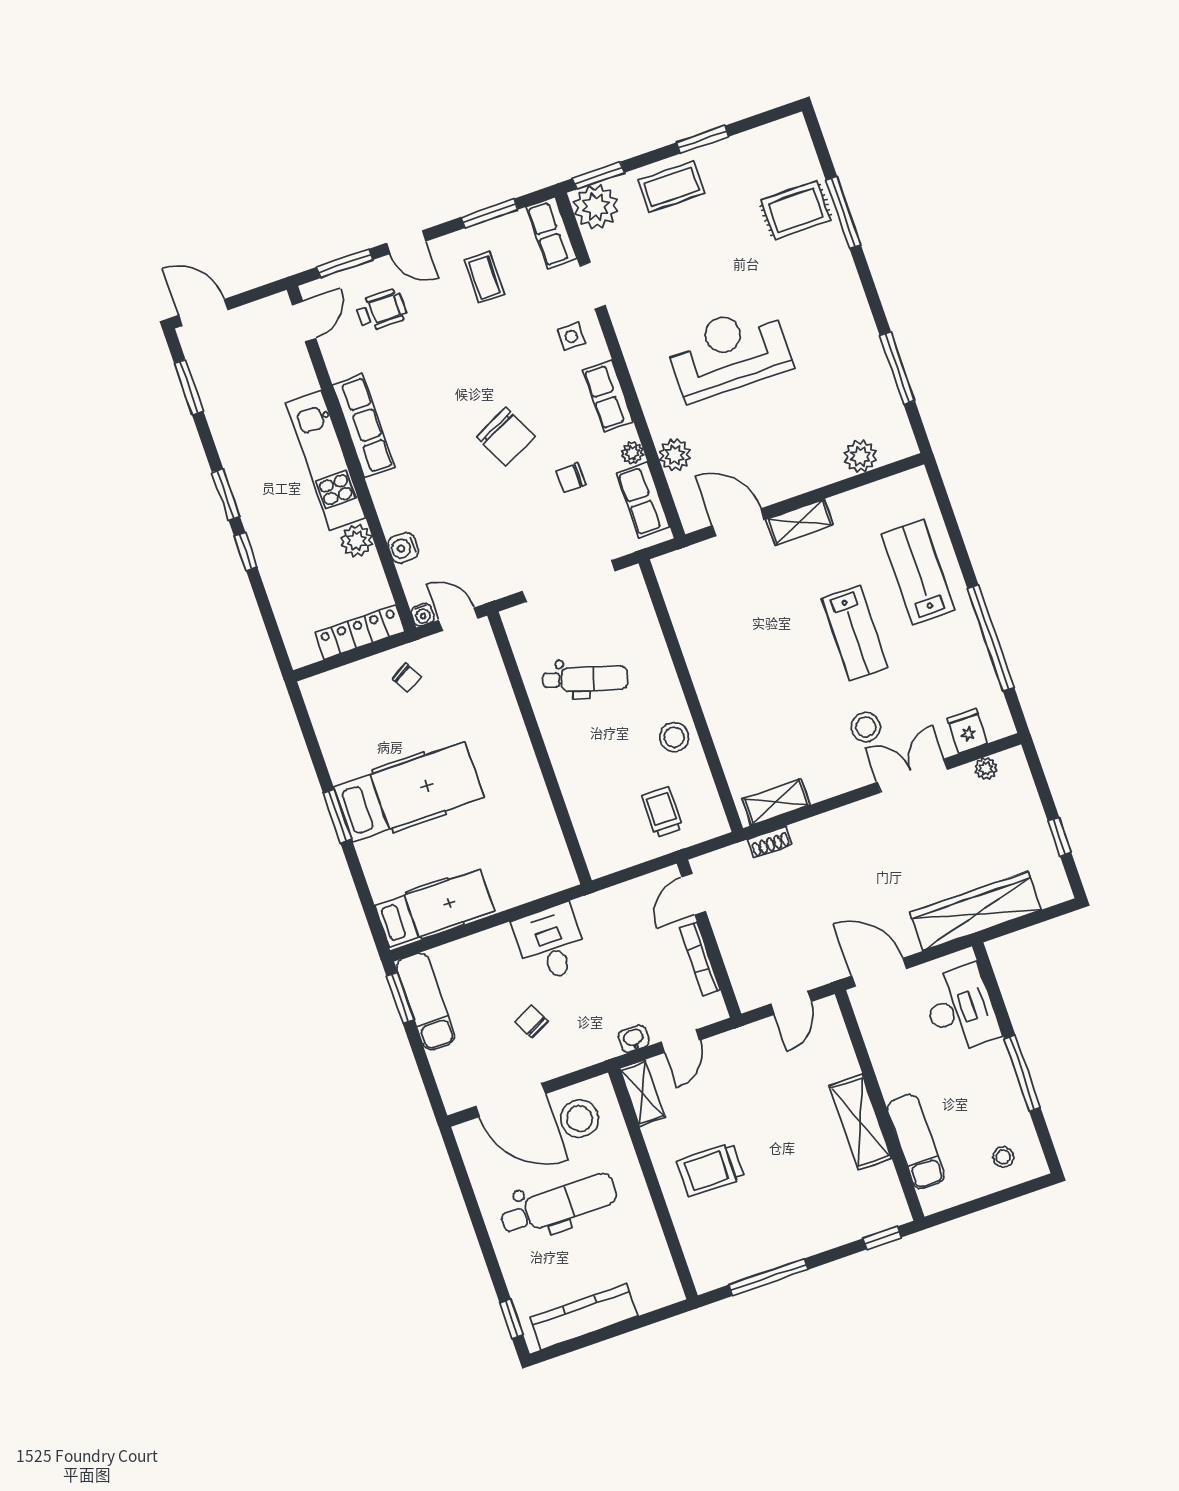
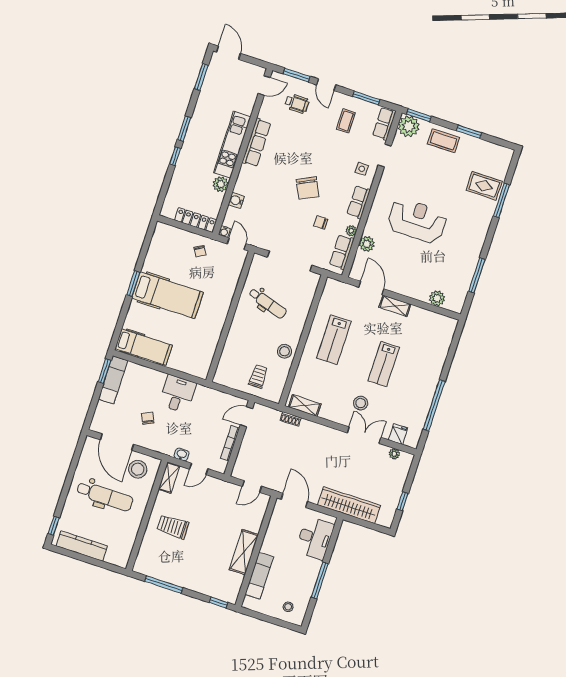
lab bench: (918, 572) -> (334, 340), moved, turned 180

